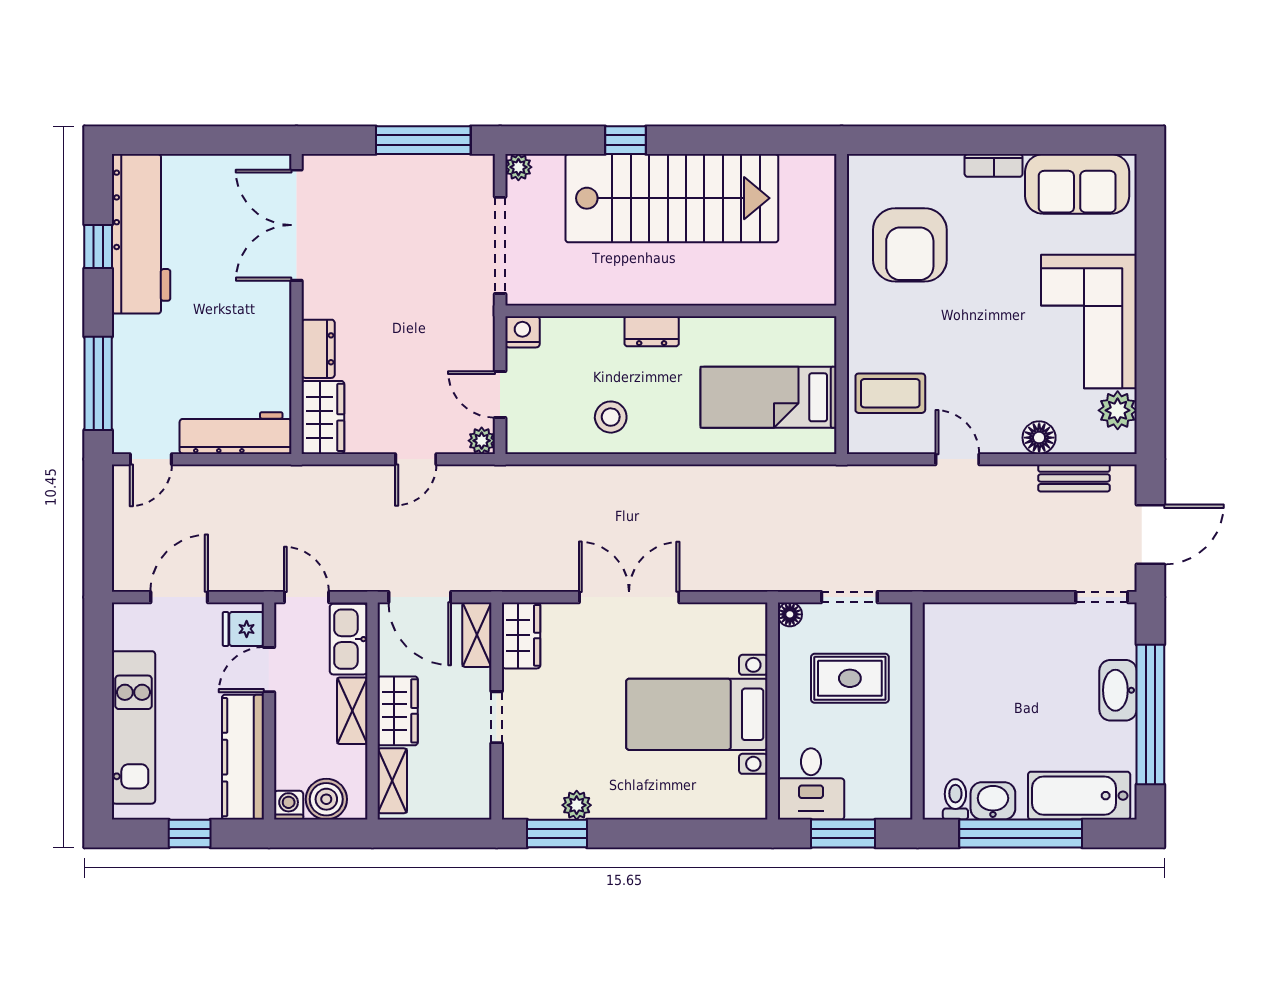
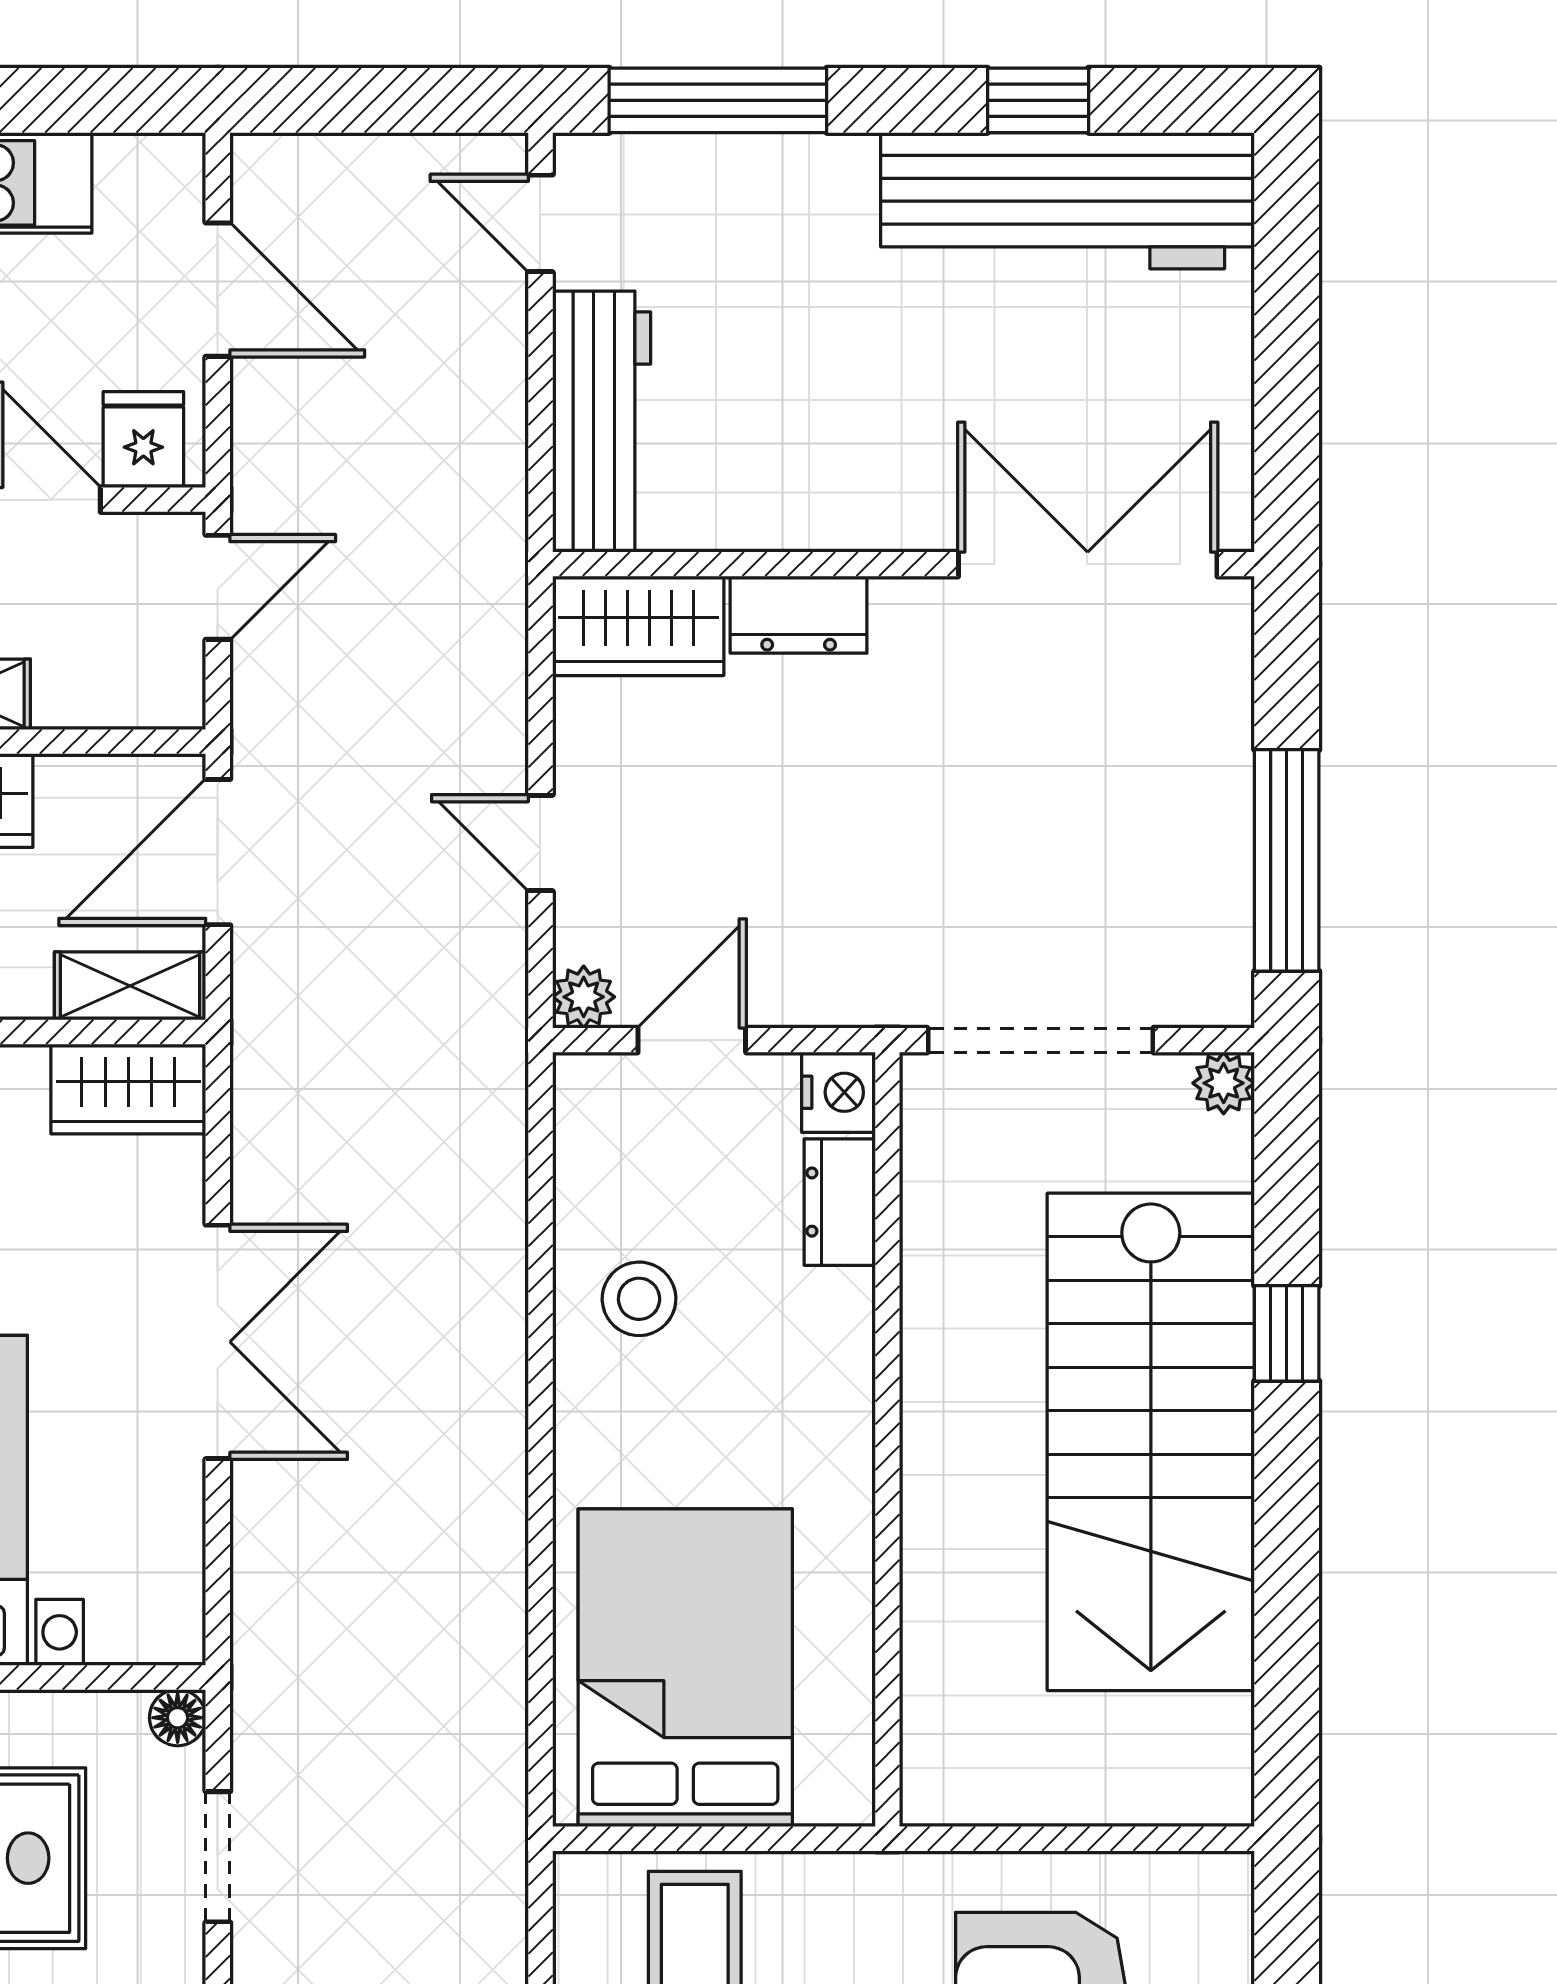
dresser: (652, 331) -> (840, 1202), moved
bed: (769, 397) -> (685, 1668), width x1.50
kitchen sink: (349, 639) -> (120, 686), removed

